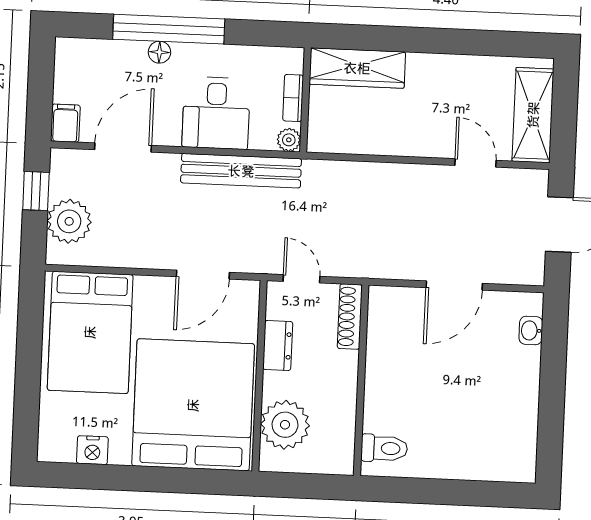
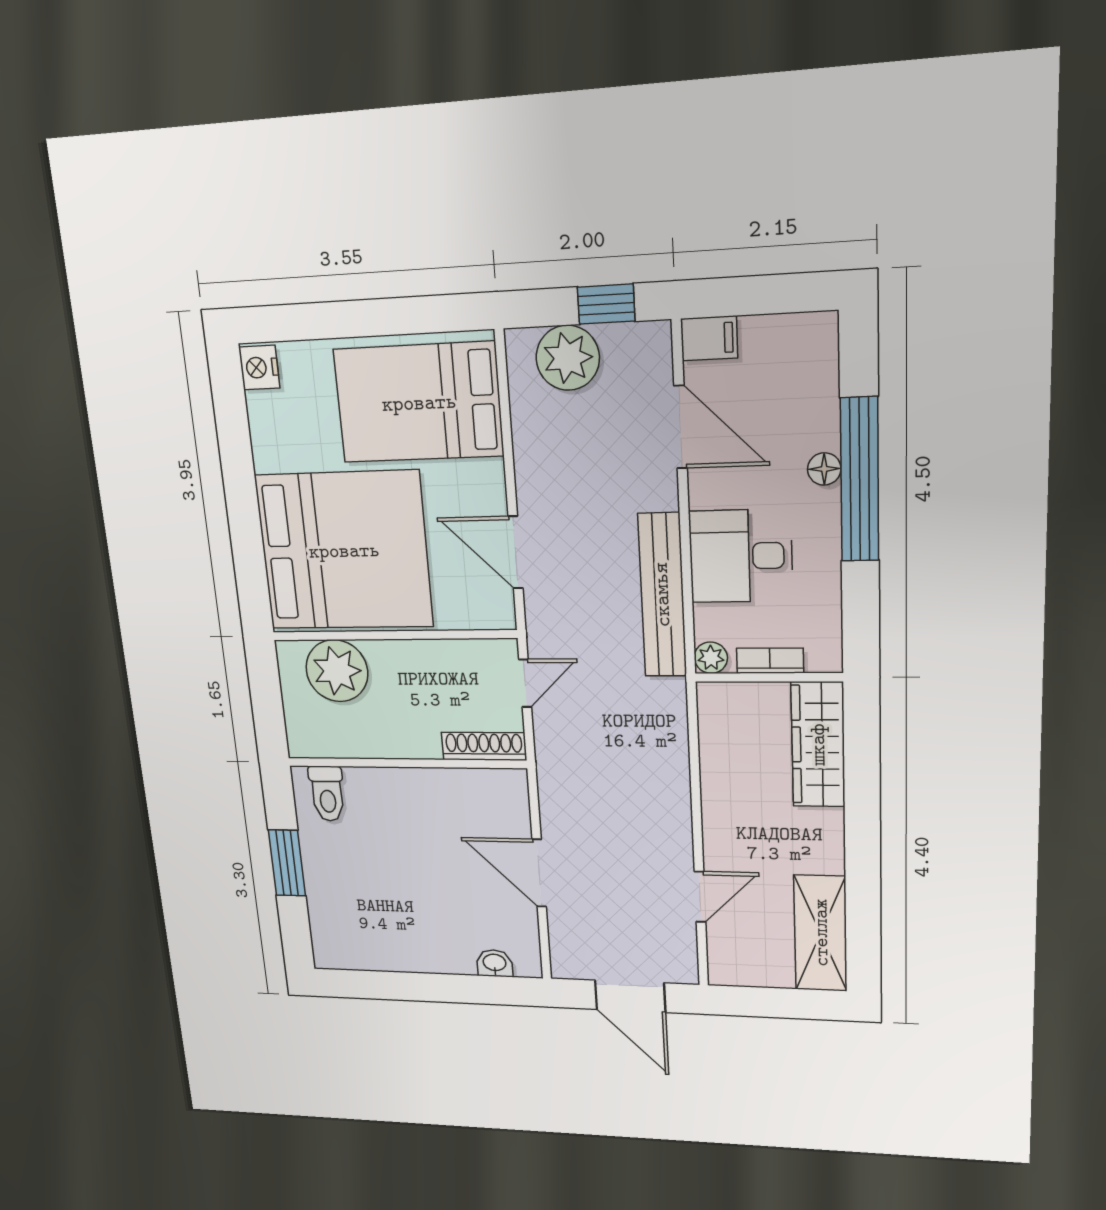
shelving: (533, 115) -> (821, 933), moved, turned 90
dresser: (278, 345) -> (435, 657), removed
nightstand: (92, 450) -> (259, 368), moved
window: (442, 492) -> (287, 863), added

